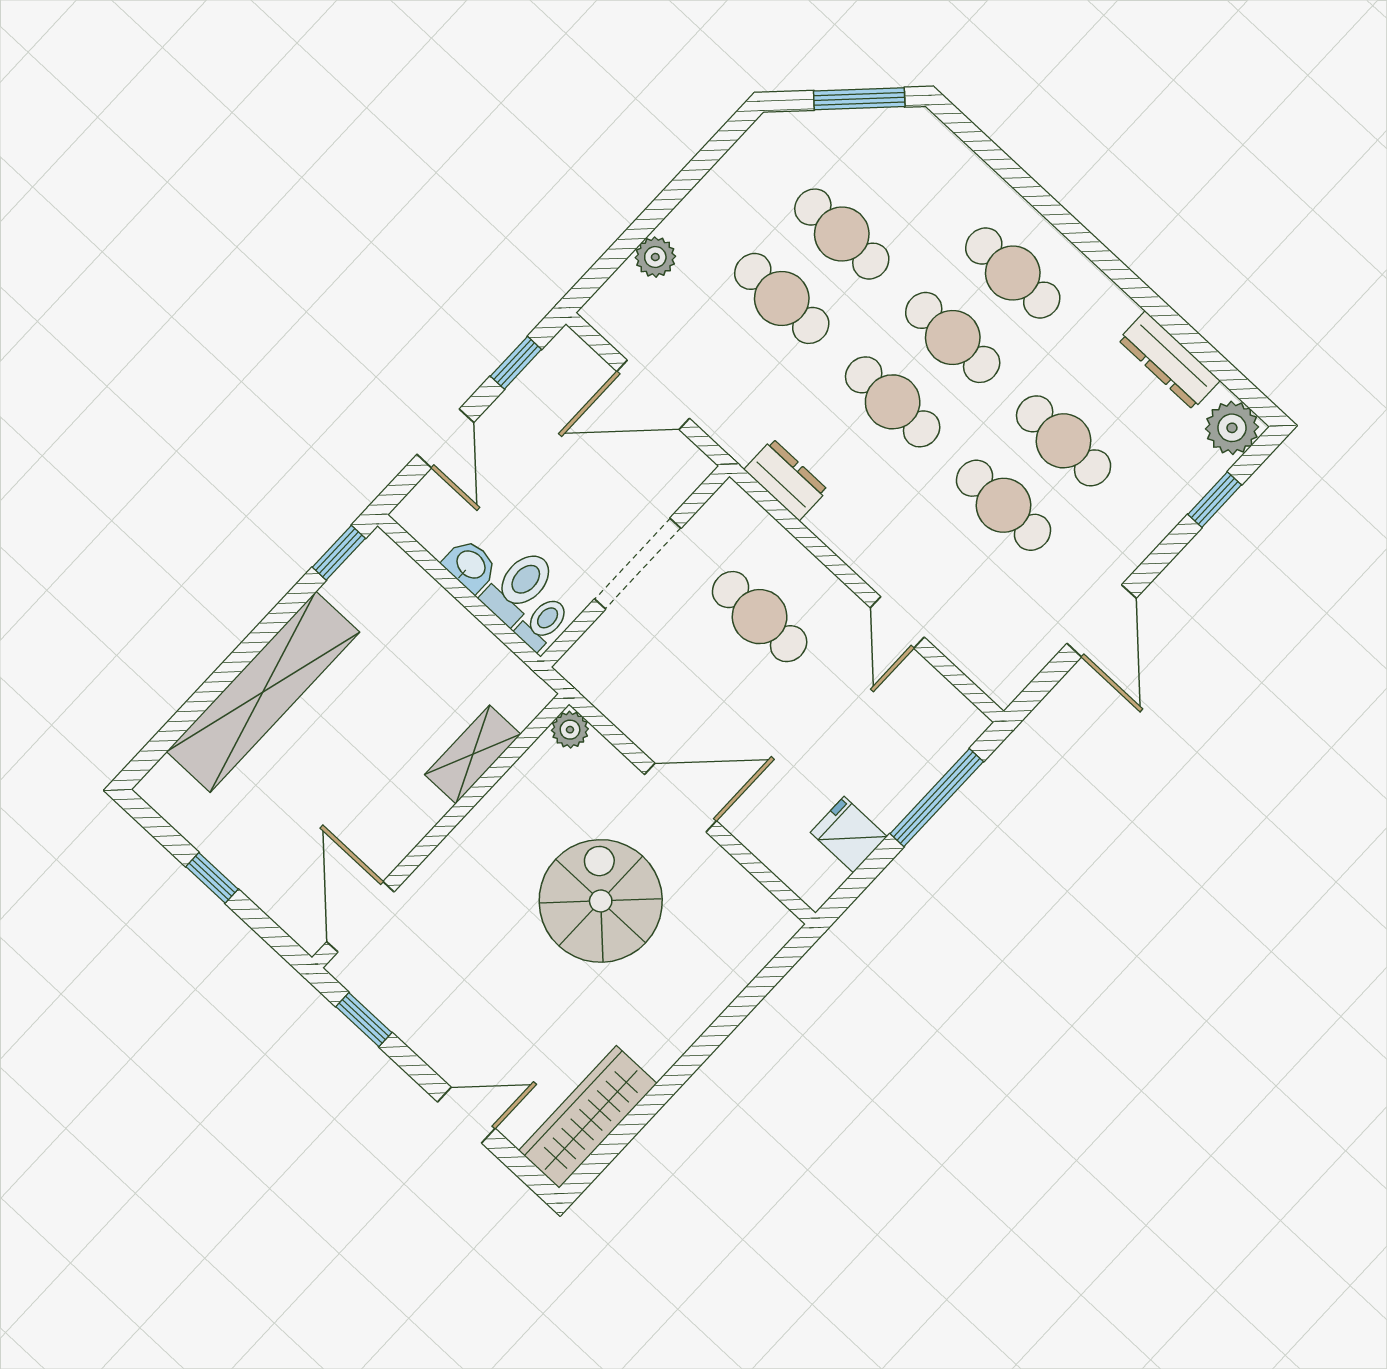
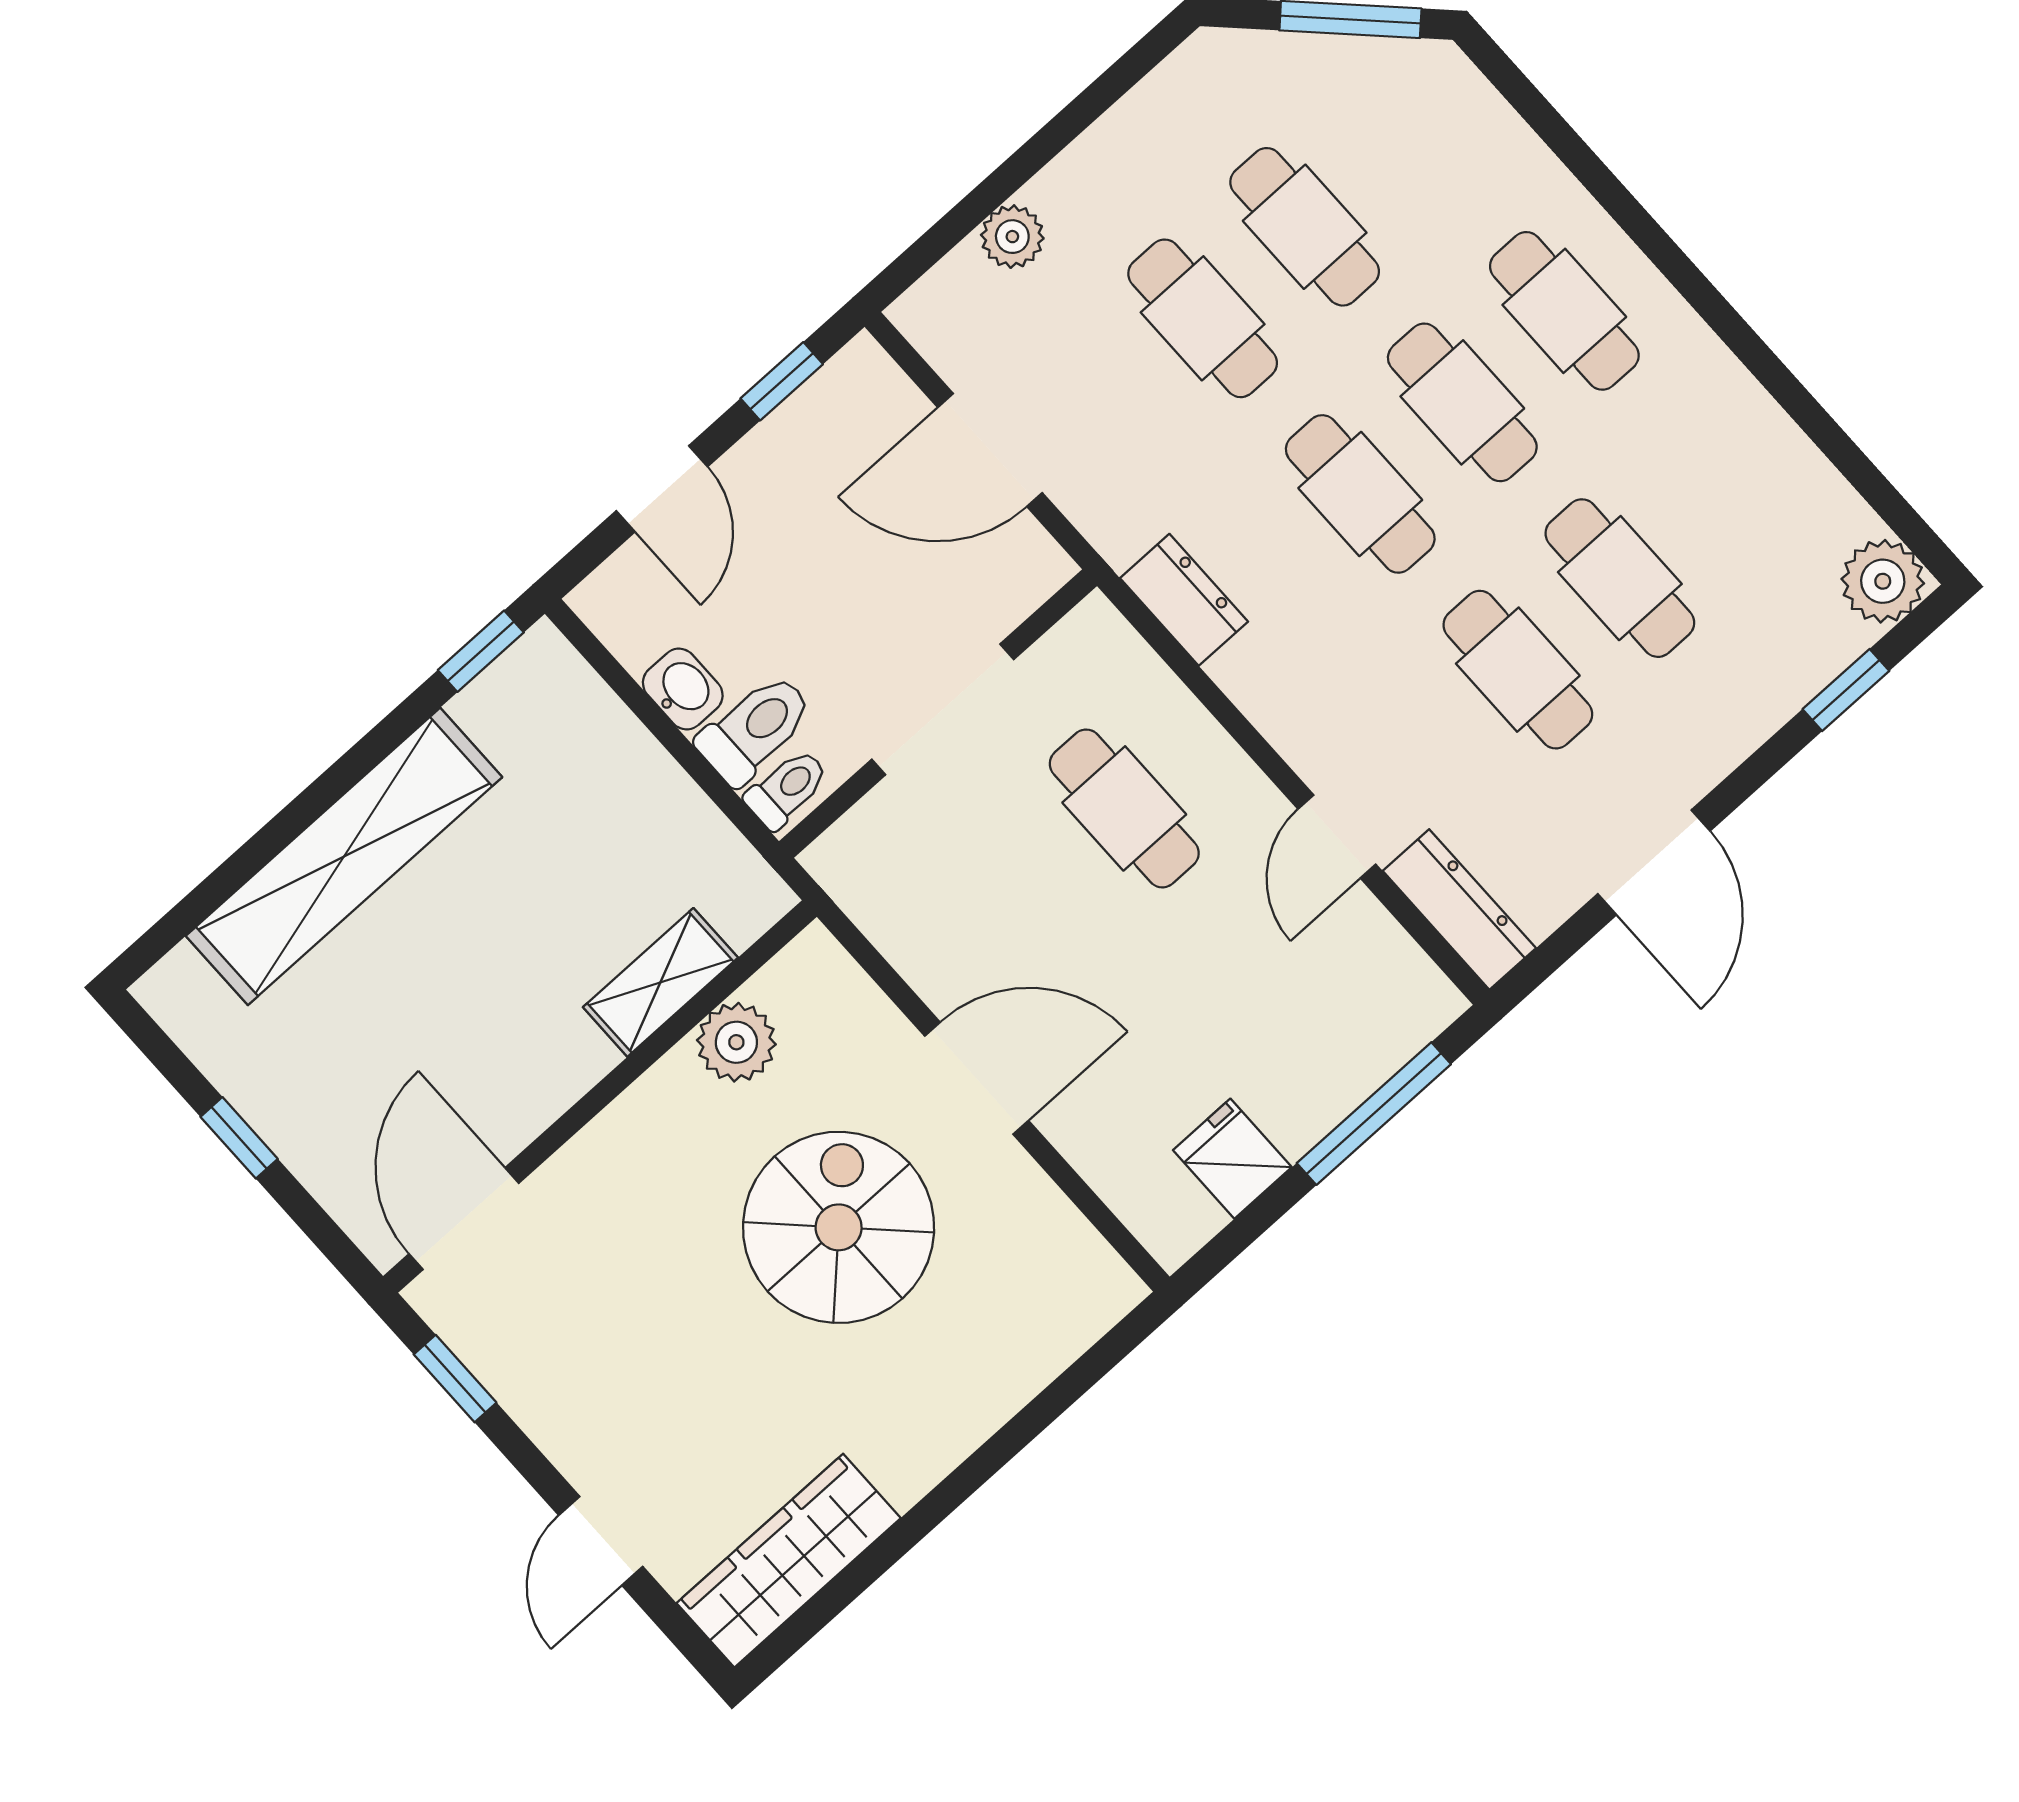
dresser: (1169, 360) -> (1459, 910), moved, turned 180
plant: (570, 730) -> (736, 1042), moved, width x1.38, depth x1.38
door: (466, 1115) -> (601, 1541), swing flipped

